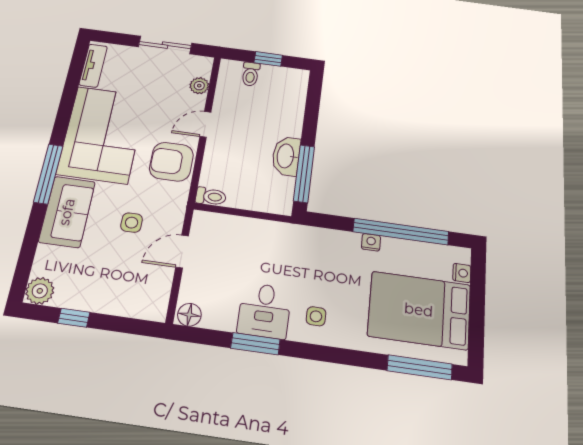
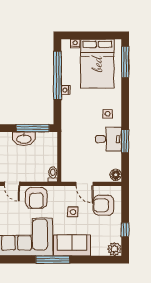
armchair: (133, 282) -> (104, 205), added

